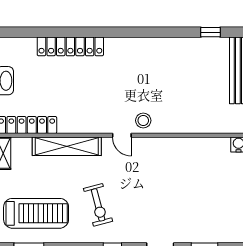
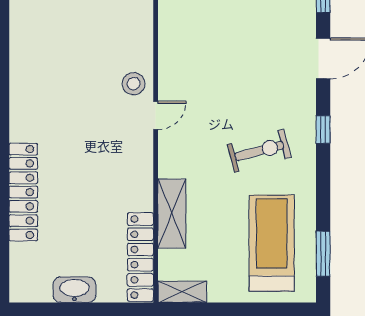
shelving: (67, 146) -> (172, 214), width x0.68

